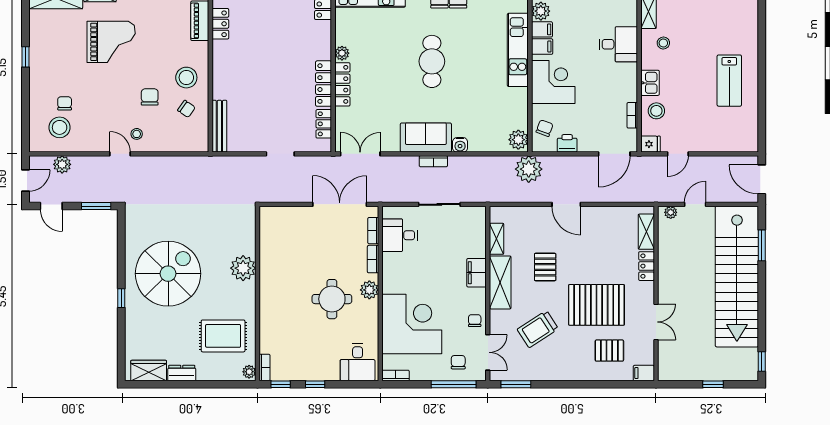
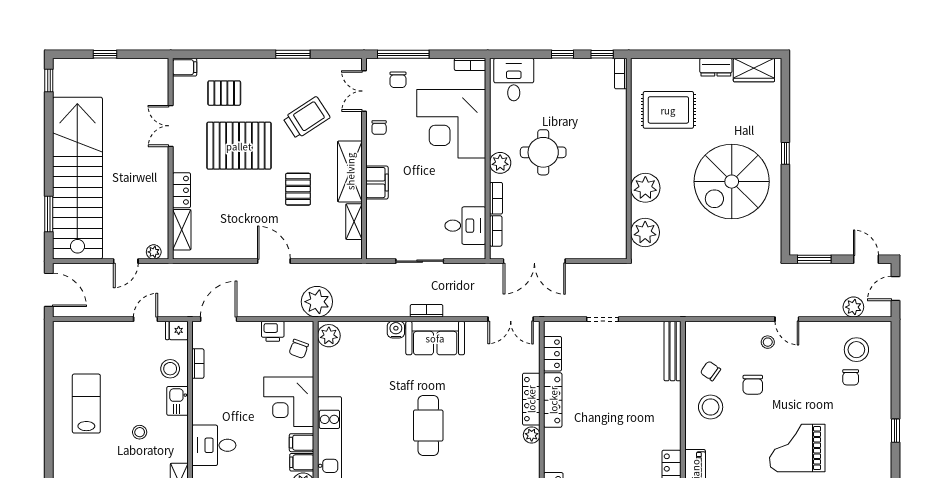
stool: (663, 43) -> (140, 432), moved
plant: (249, 372) -> (645, 232), moved, width x1.87, depth x1.87
window: (516, 384) -> (293, 54), moved

